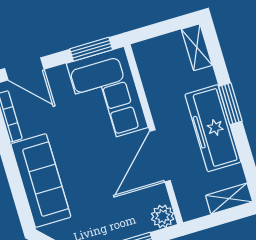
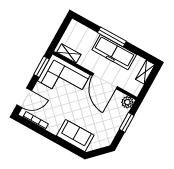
shelving: (197, 47) -> (69, 53), moved
window: (230, 104) -> (112, 37), width x1.44
sofa: (41, 181) -> (75, 136), width x0.73

